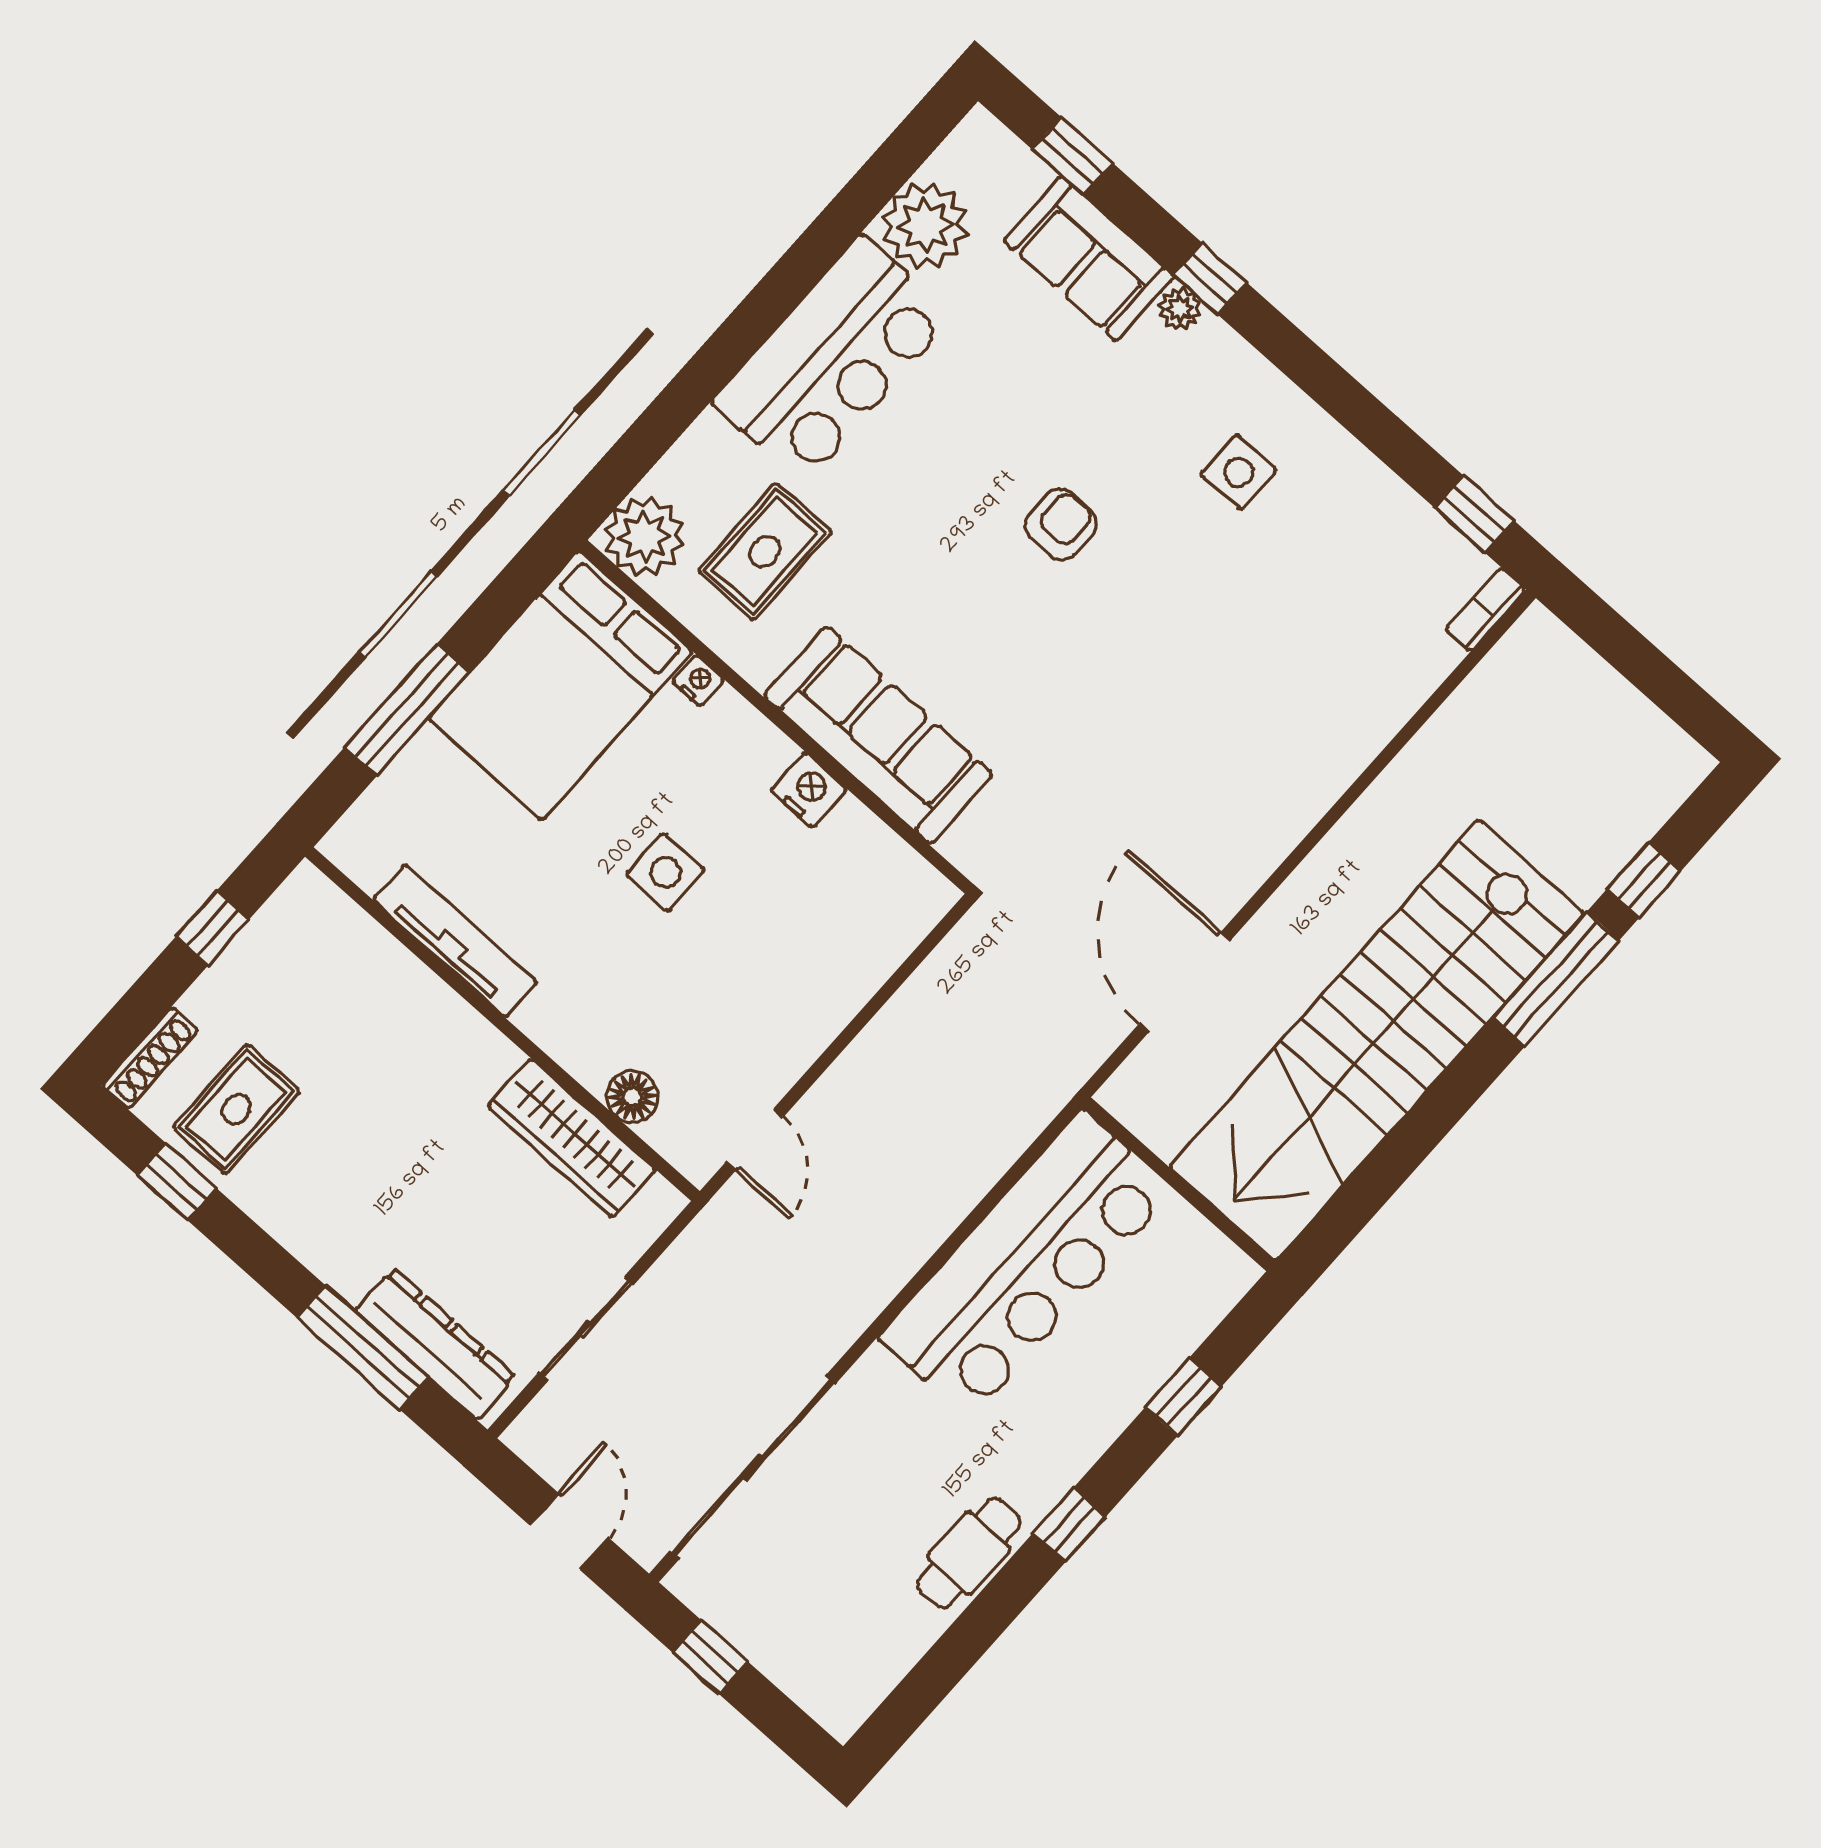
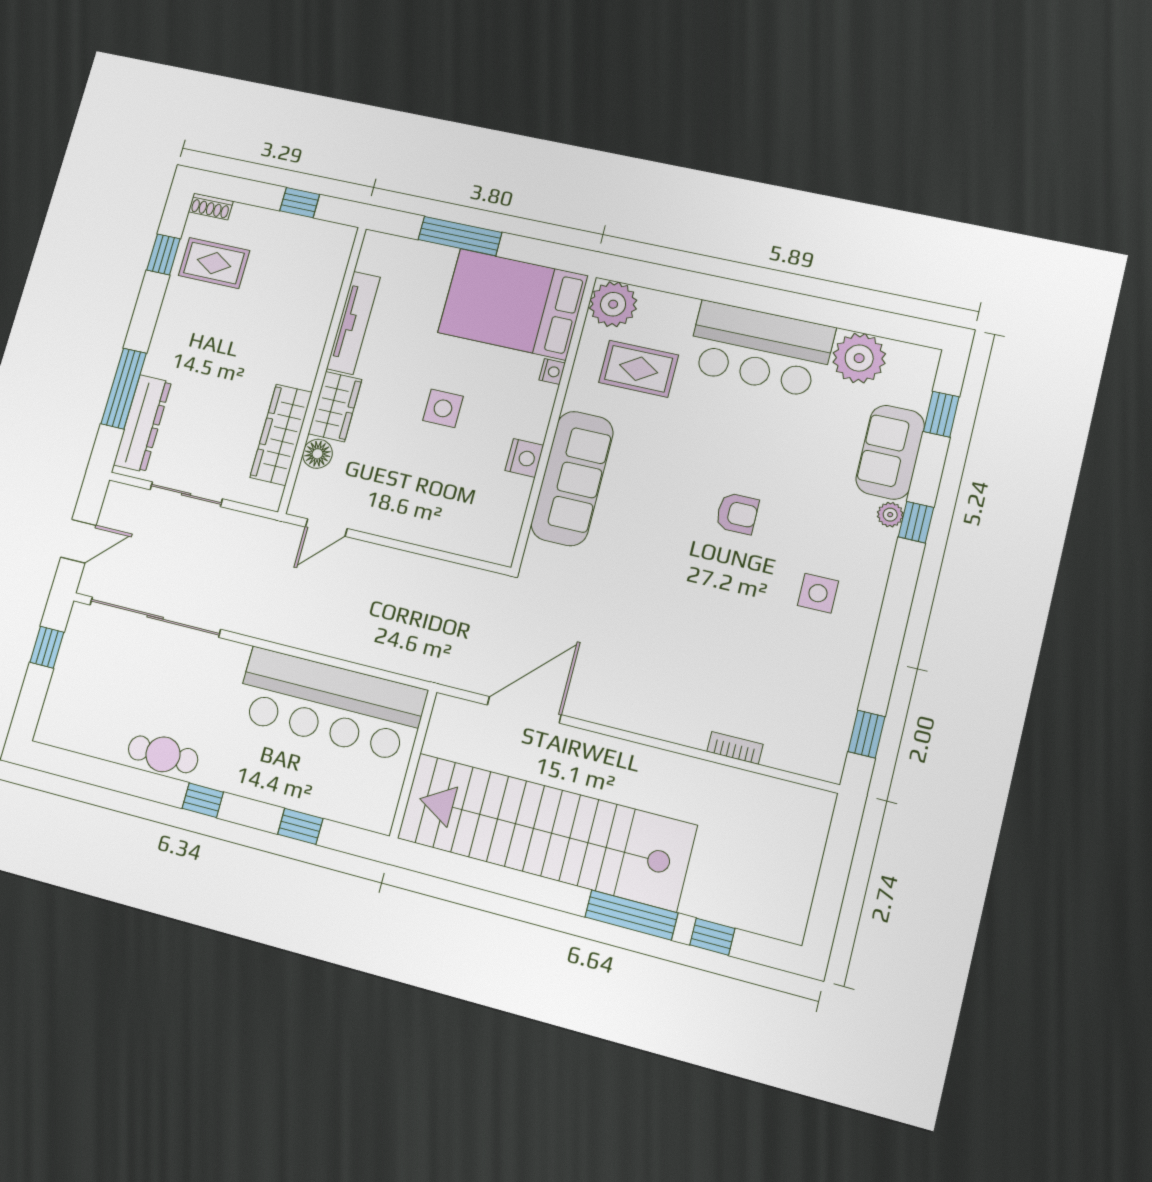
bookcase: (1486, 609) -> (735, 748), moved
wardrobe: (573, 1034) -> (335, 407), added
shoe rack: (150, 1058) -> (211, 206), width x0.70

